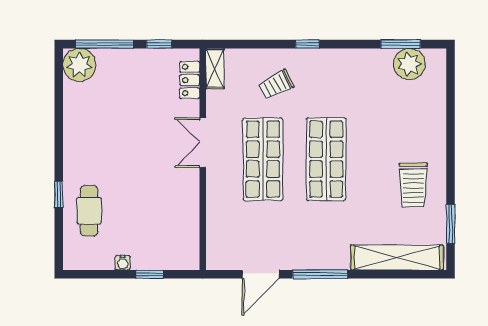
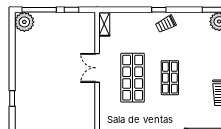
locker: (190, 80) -> (89, 31), removed
trolley: (276, 85) -> (166, 24), moved
shop shelf: (326, 159) -> (170, 78), width x0.70, depth x0.74
cafe table: (89, 211) -> (30, 108), removed

